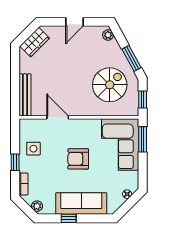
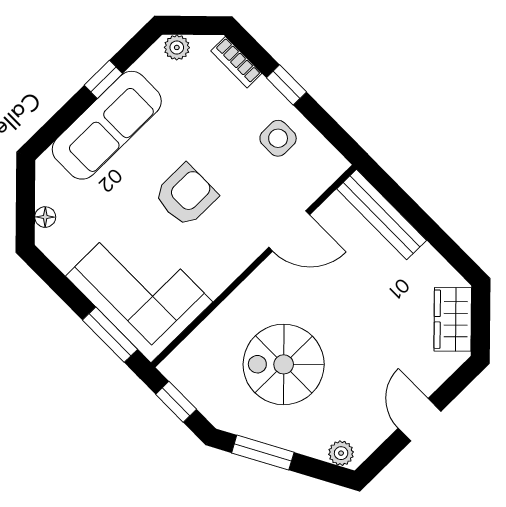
spiral stairs: (110, 85) -> (284, 364), moved, turned 90

